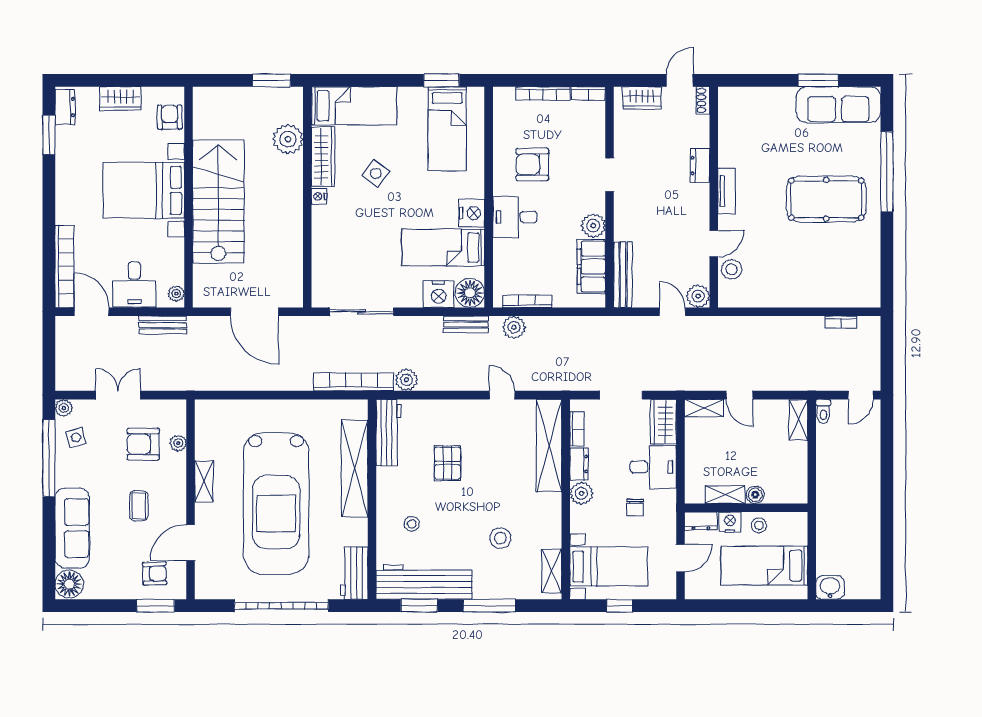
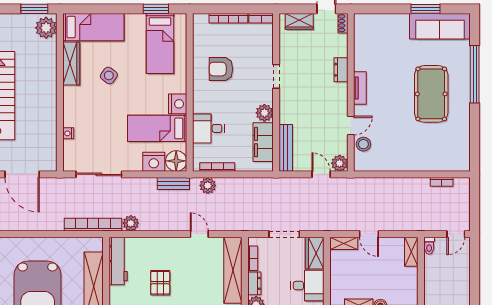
plant: (288, 139) -> (46, 28), moved
nightstand: (319, 196) -> (68, 133), moved
pool table: (826, 199) -> (431, 94), turned 90
desk: (515, 217) -> (208, 128), moved

